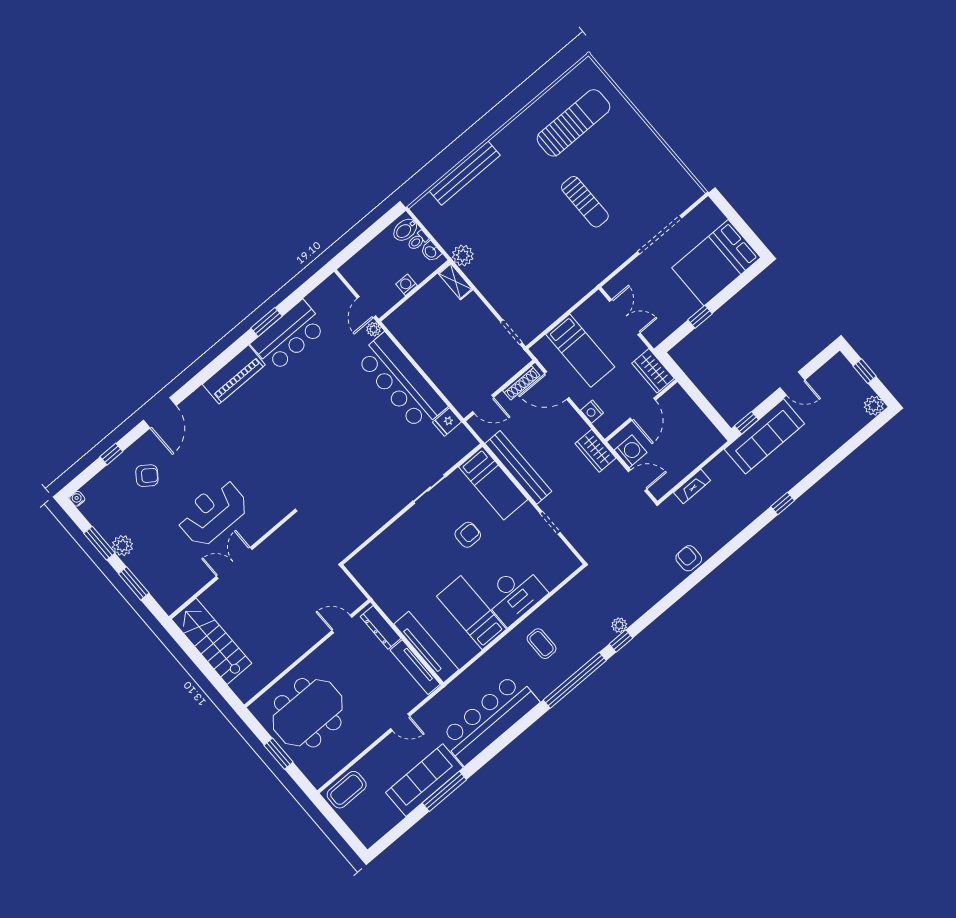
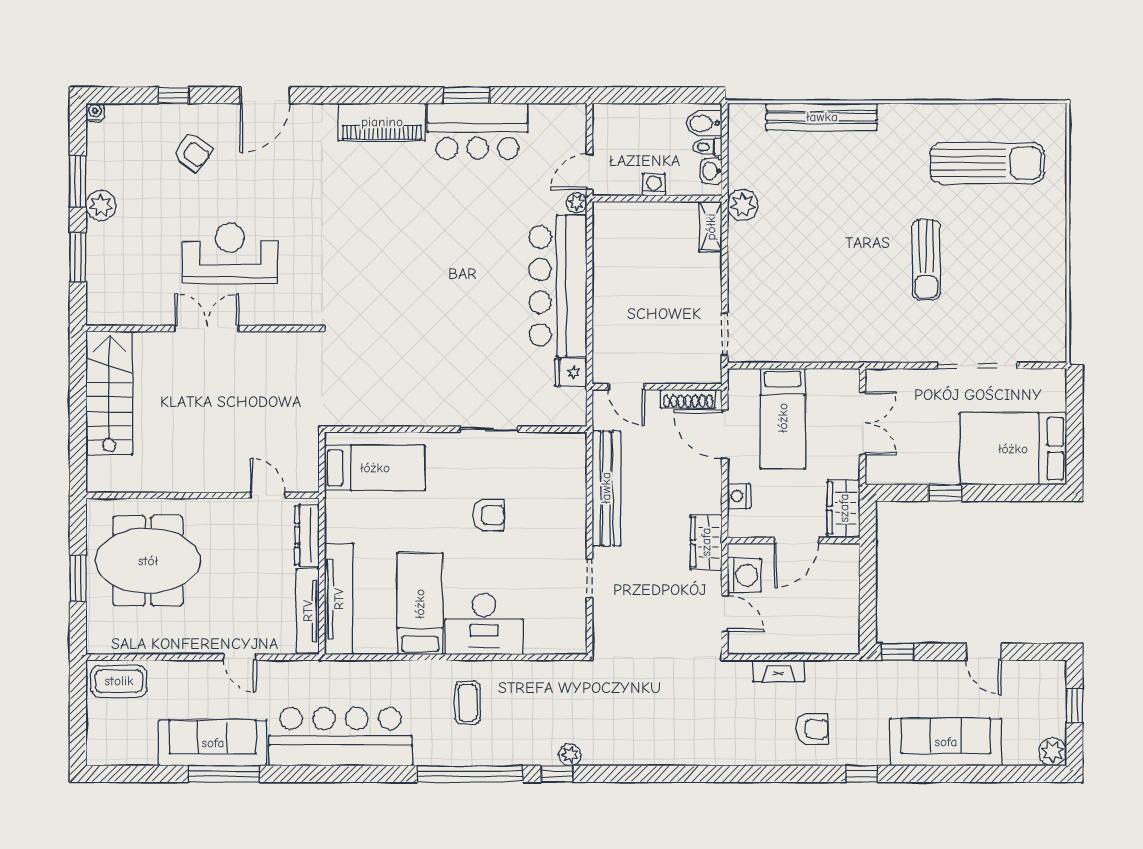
sofa: (764, 436) -> (946, 742), moved, turned 180
bed: (493, 483) -> (375, 468), moved, turned -90
armchair: (689, 558) -> (812, 729), moved, turned 90

